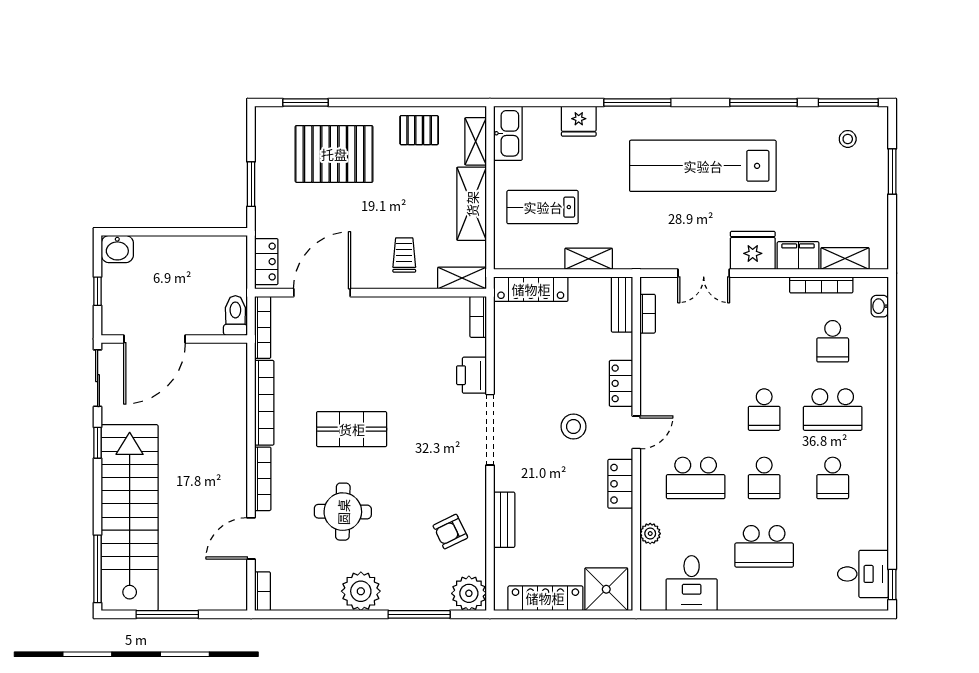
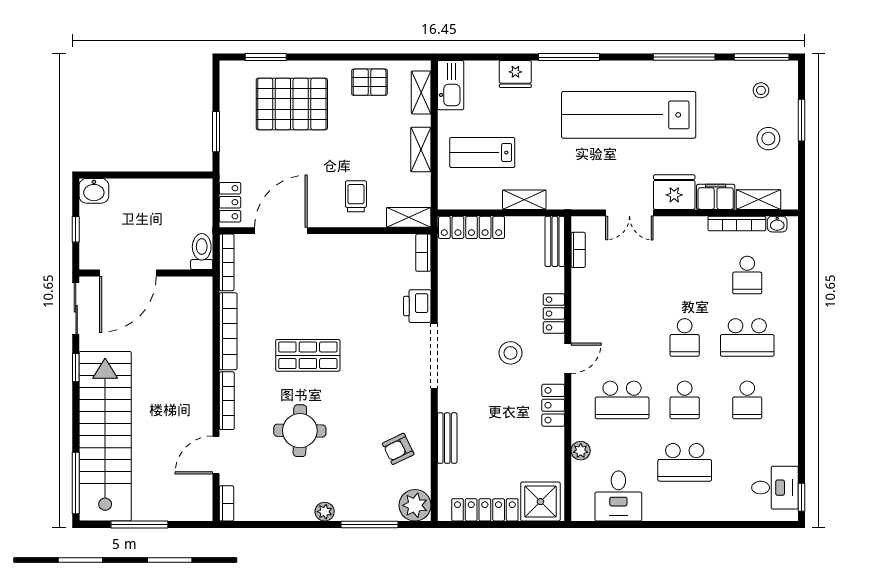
stool: (856, 192) -> (768, 139), added
shelving: (472, 204) -> (421, 149), width x0.67, depth x0.75
washbasin: (880, 306) -> (777, 224), moved, turned -90
plant: (361, 591) -> (325, 512), width x0.53, depth x0.53

